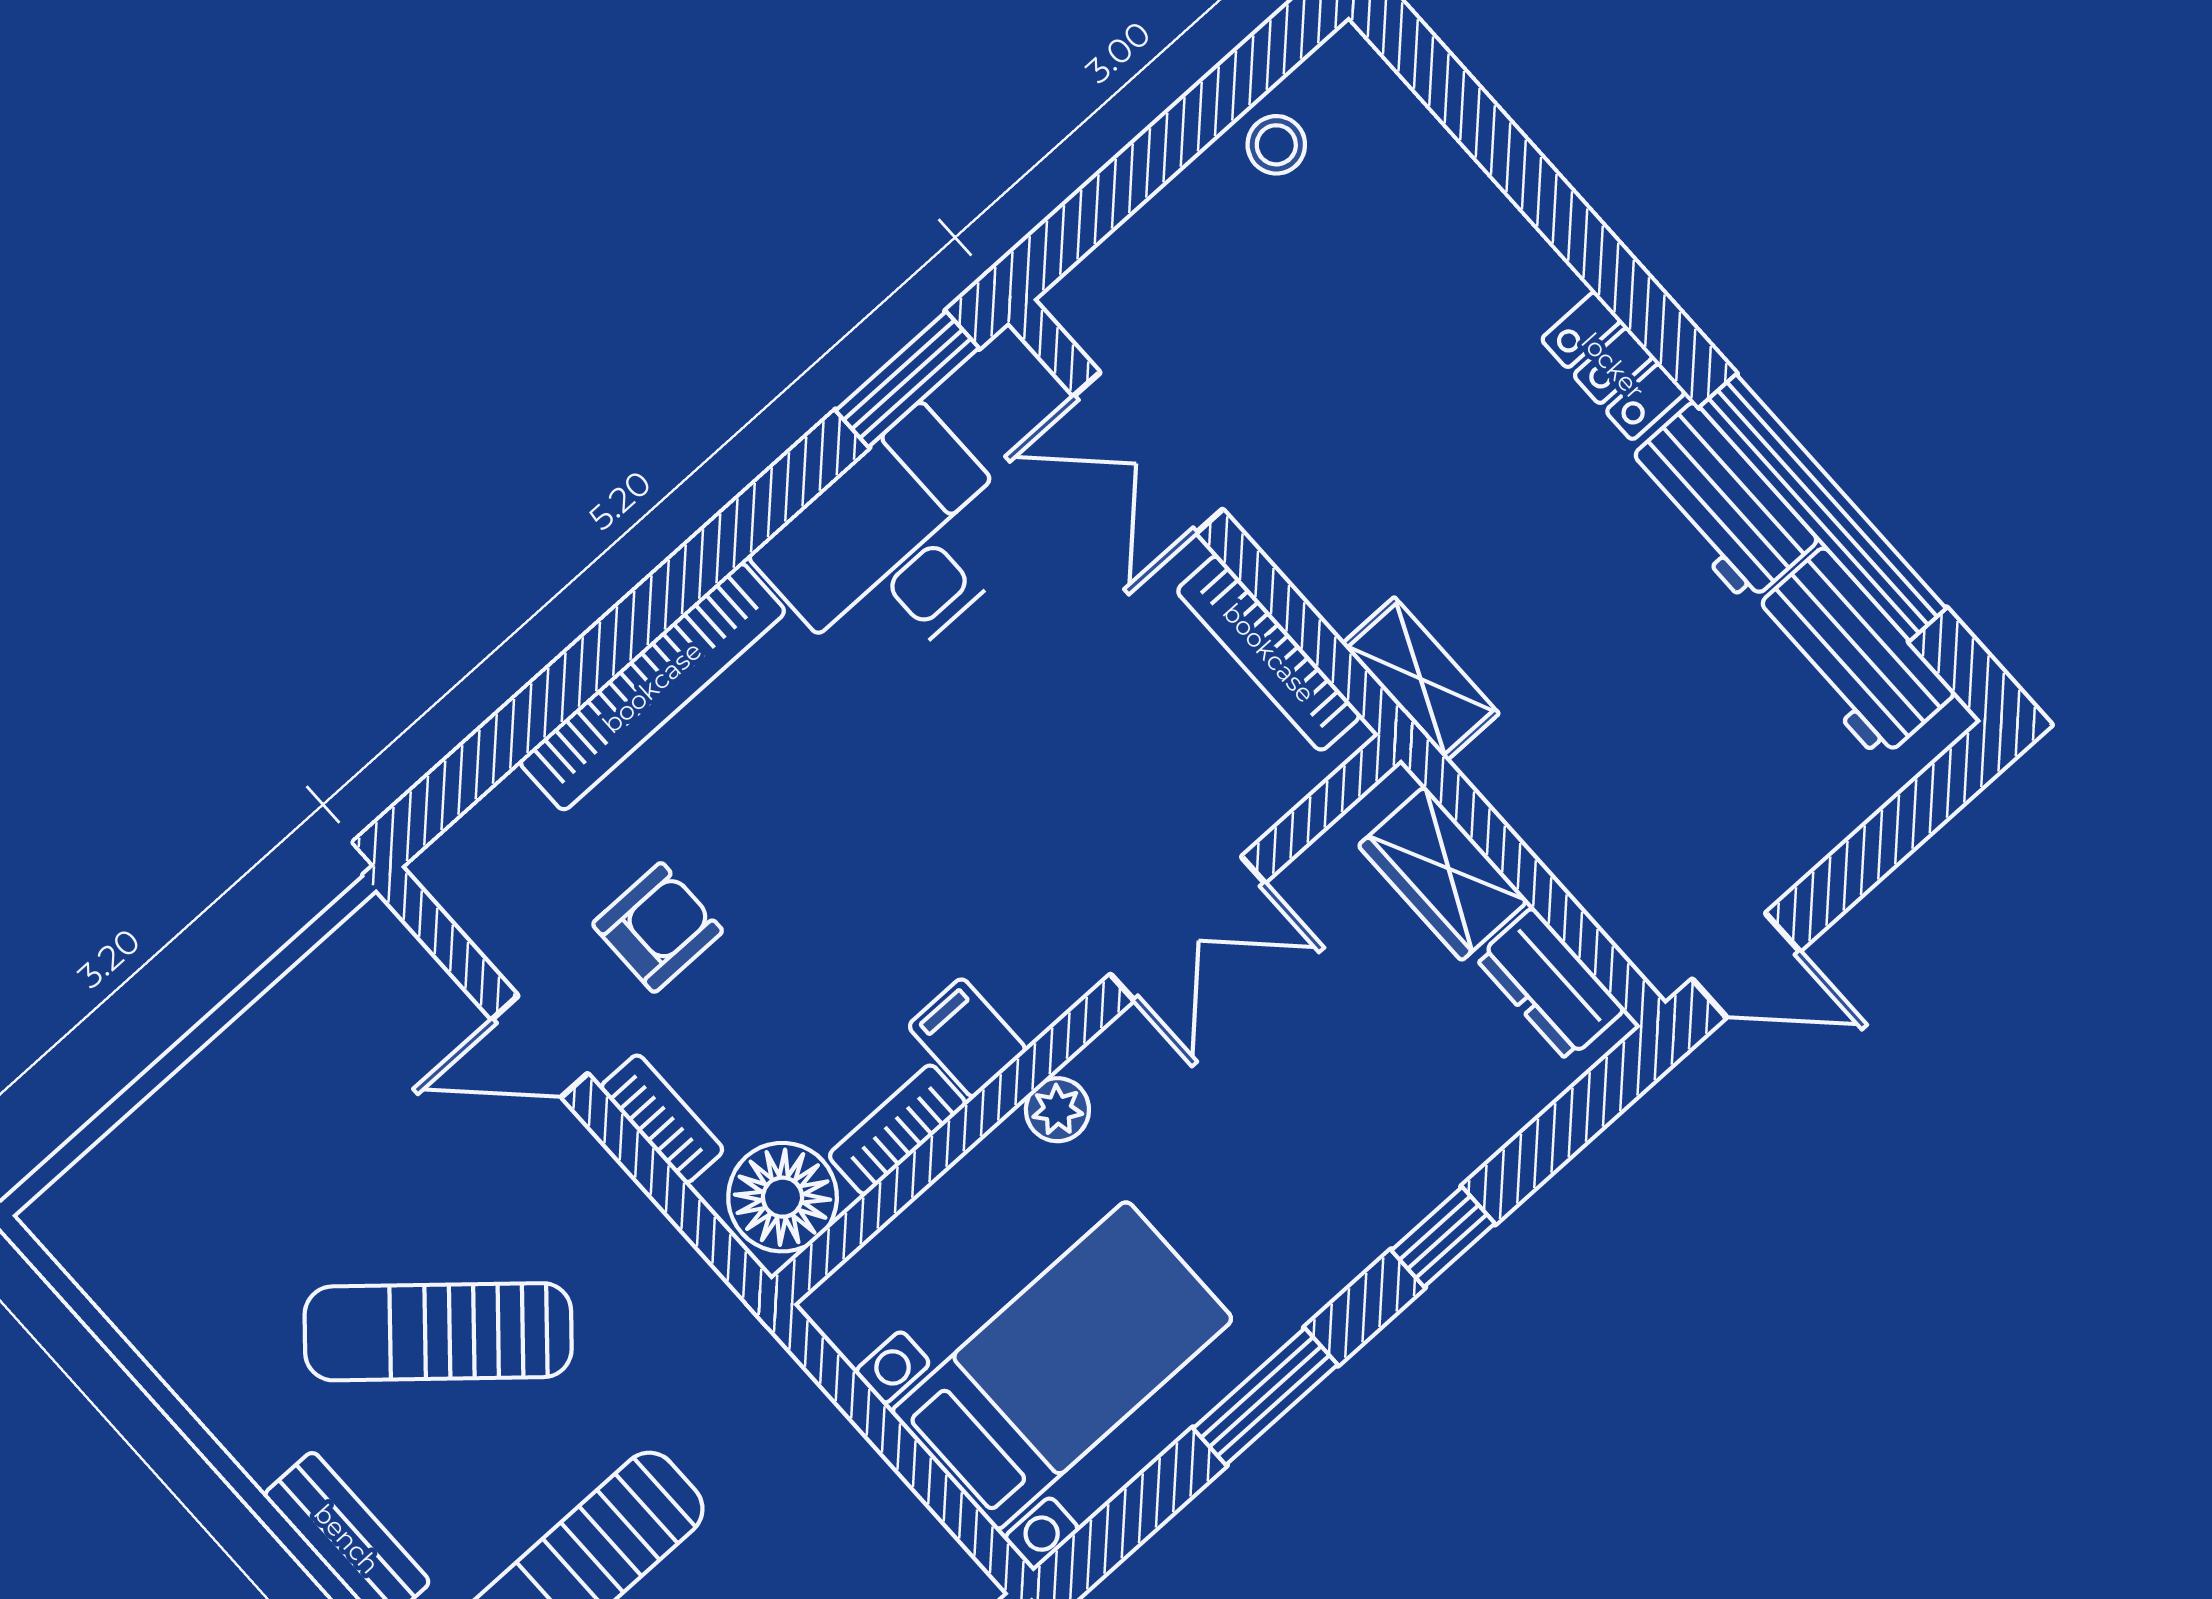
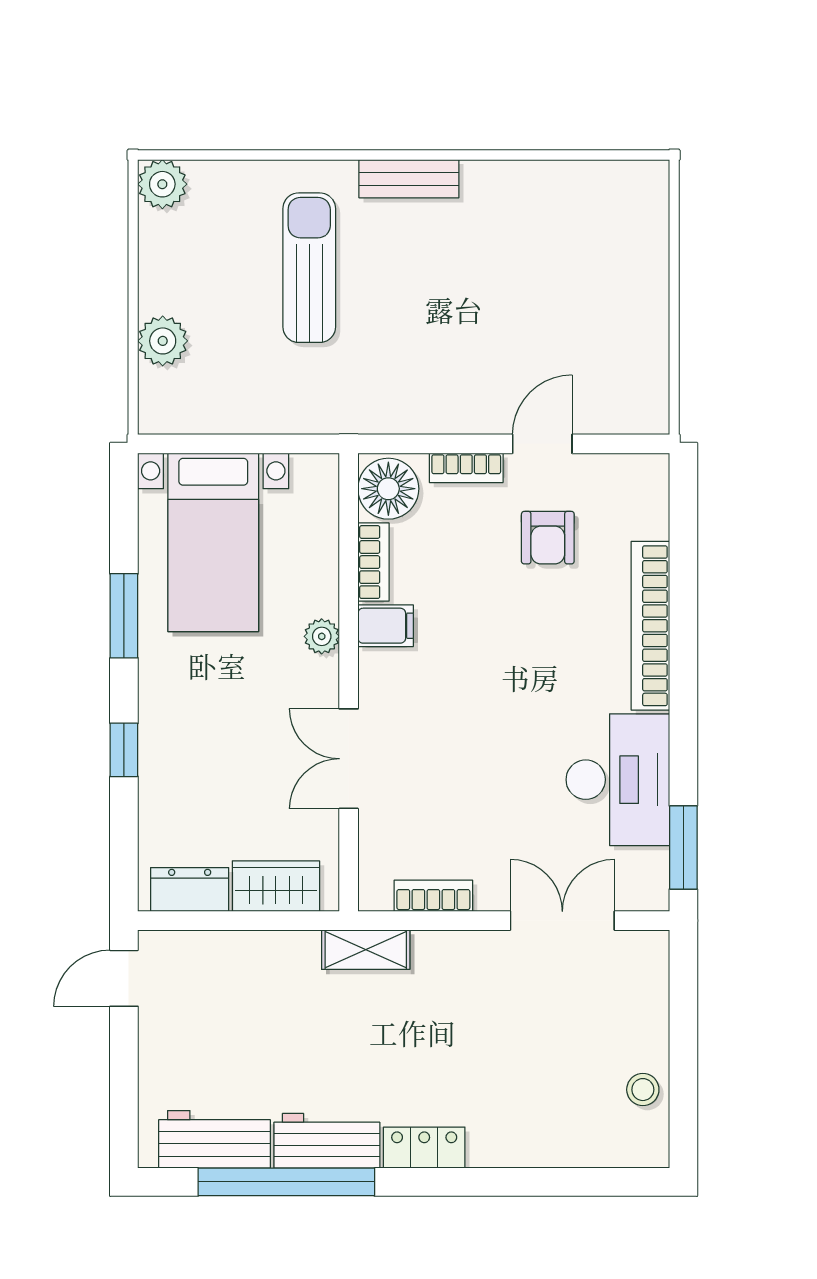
bookcase: (1269, 653) -> (433, 896), width x0.64
sun lounger: (438, 1332) -> (461, 294), removed

